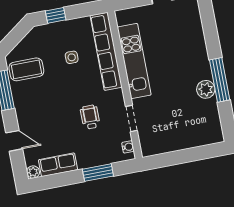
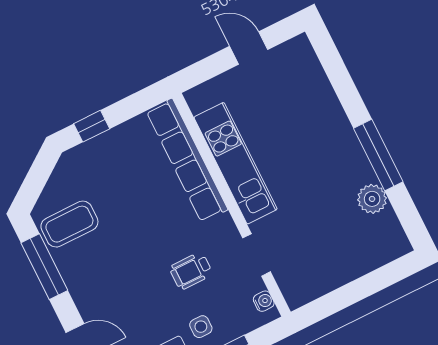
side table: (72, 57) -> (201, 327), moved
plant: (206, 89) -> (372, 199), moved
wheelchair: (90, 117) -> (191, 271), turned -90

